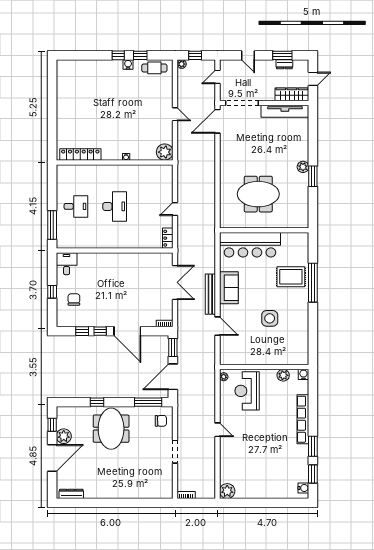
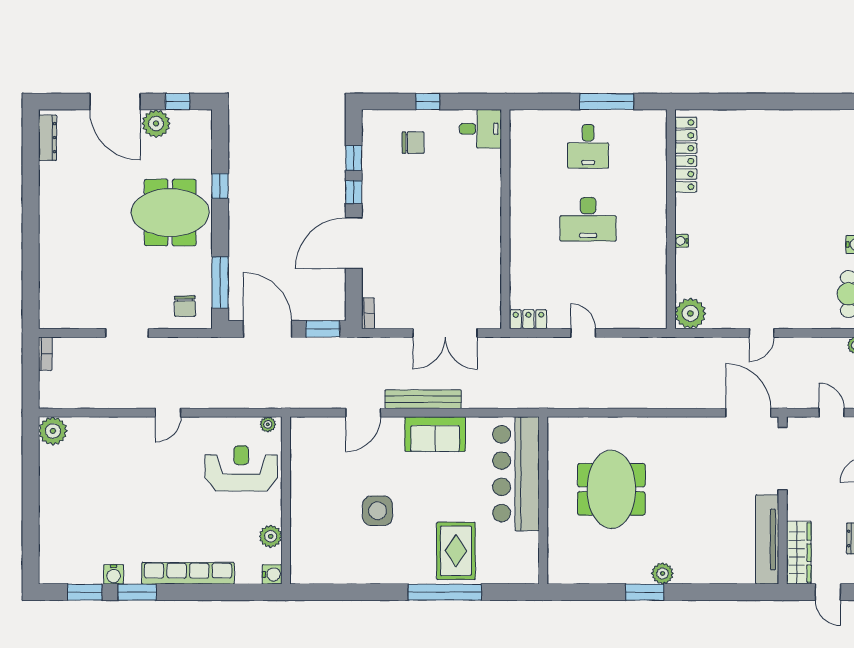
window: (52, 225) -> (607, 102), moved
water cooler: (303, 488) -> (114, 574), moved

